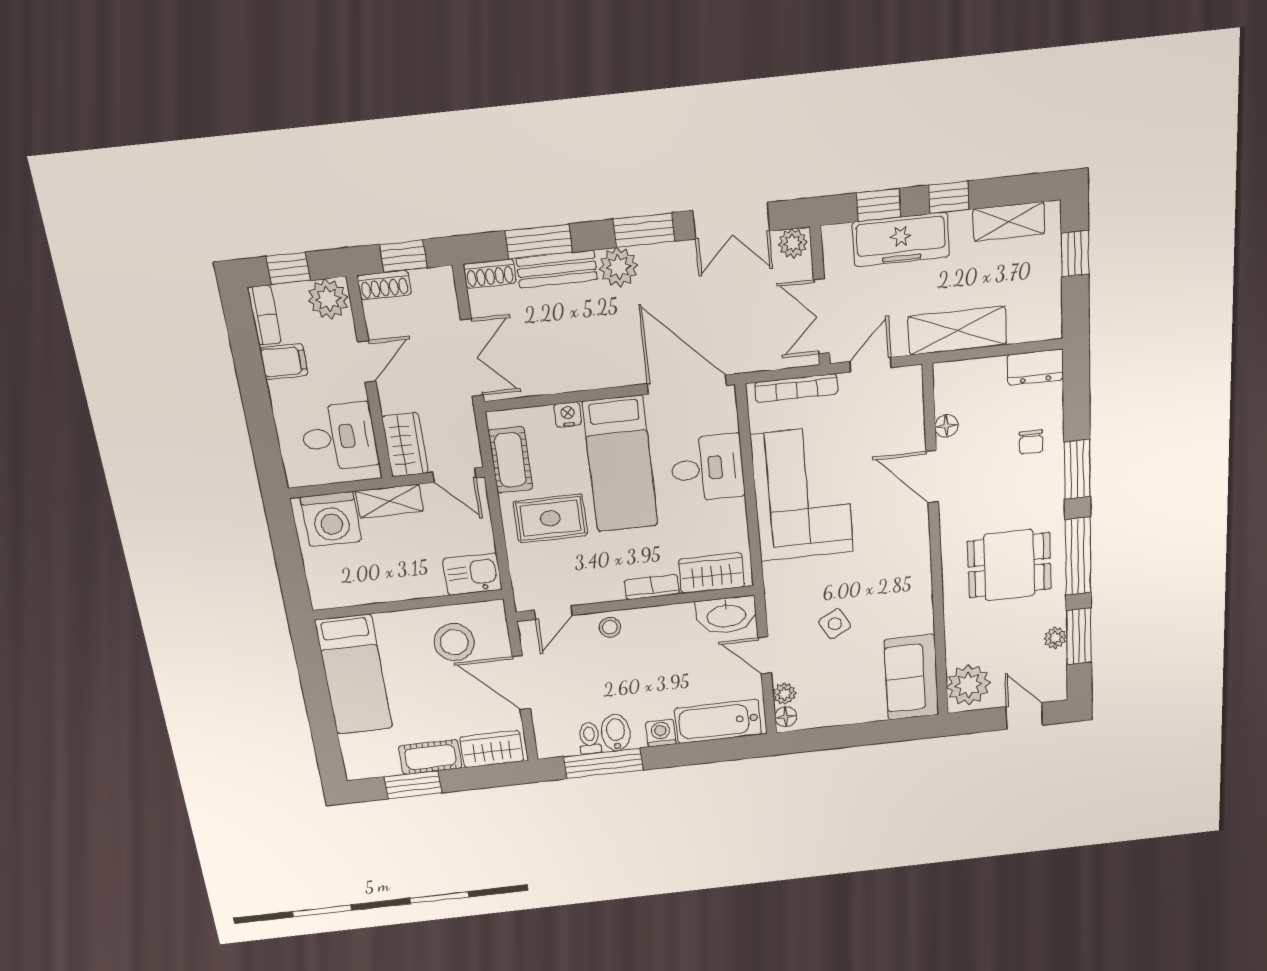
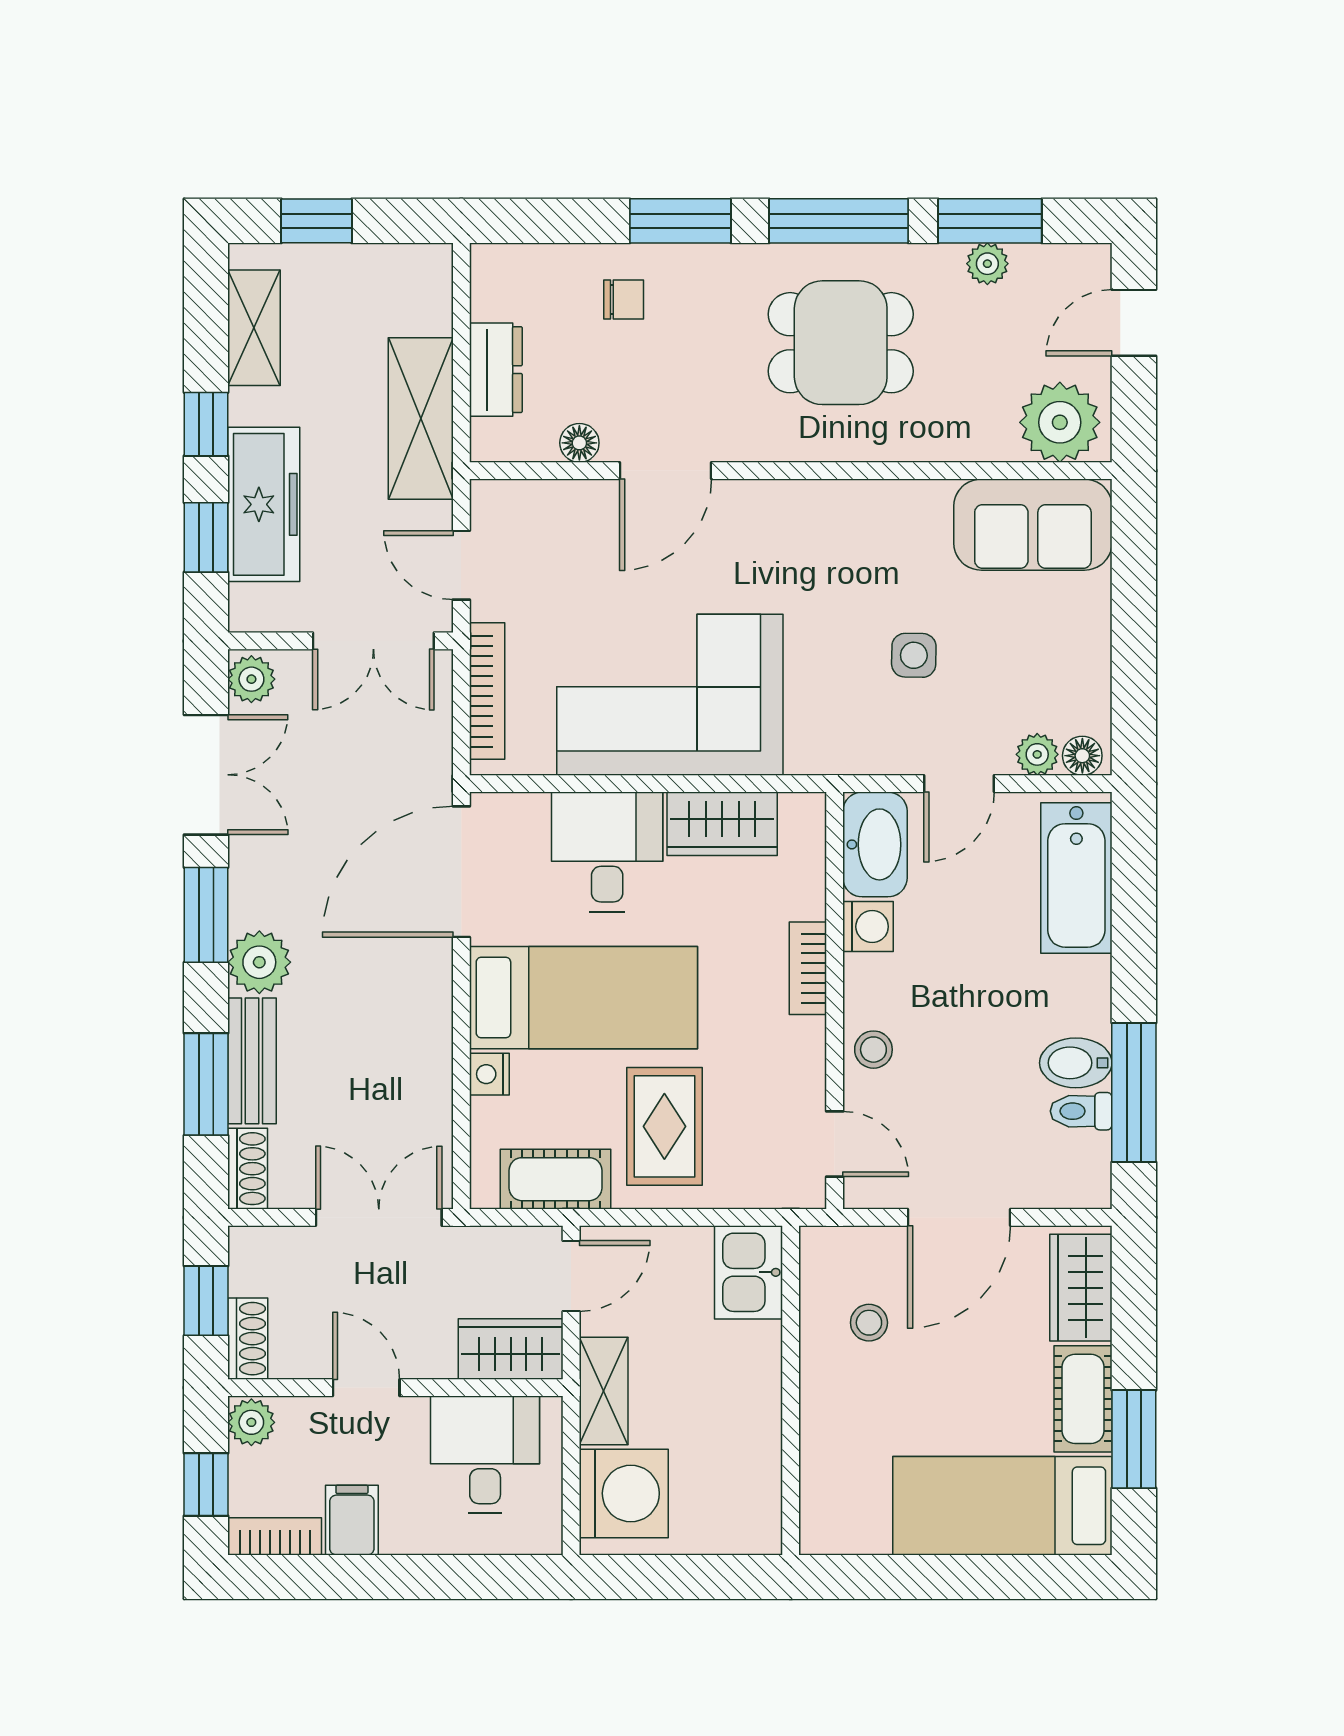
plant: (328, 299) -> (251, 1422), width x0.73, depth x0.73
dresser: (1035, 367) -> (496, 370), moved
dining table: (1009, 565) -> (841, 343), turned 90
wardrobe: (712, 573) -> (722, 824), moved, turned -90
side table: (835, 624) -> (914, 655), turned 30
stool: (454, 642) -> (869, 1323), width x0.53, depth x0.53
bed: (354, 675) -> (1002, 1506), moved, turned 180
washing machine: (661, 733) -> (868, 927), moved, turned 180

